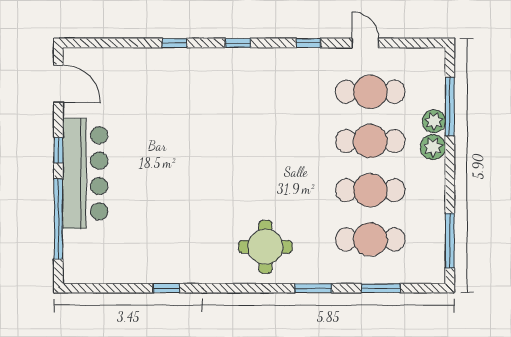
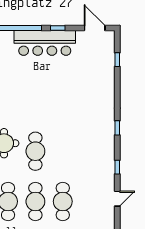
window: (175, 43) -> (117, 60), moved
door: (58, 84) -> (95, 28), swing flipped
cafe table: (370, 92) -> (35, 151), moved

